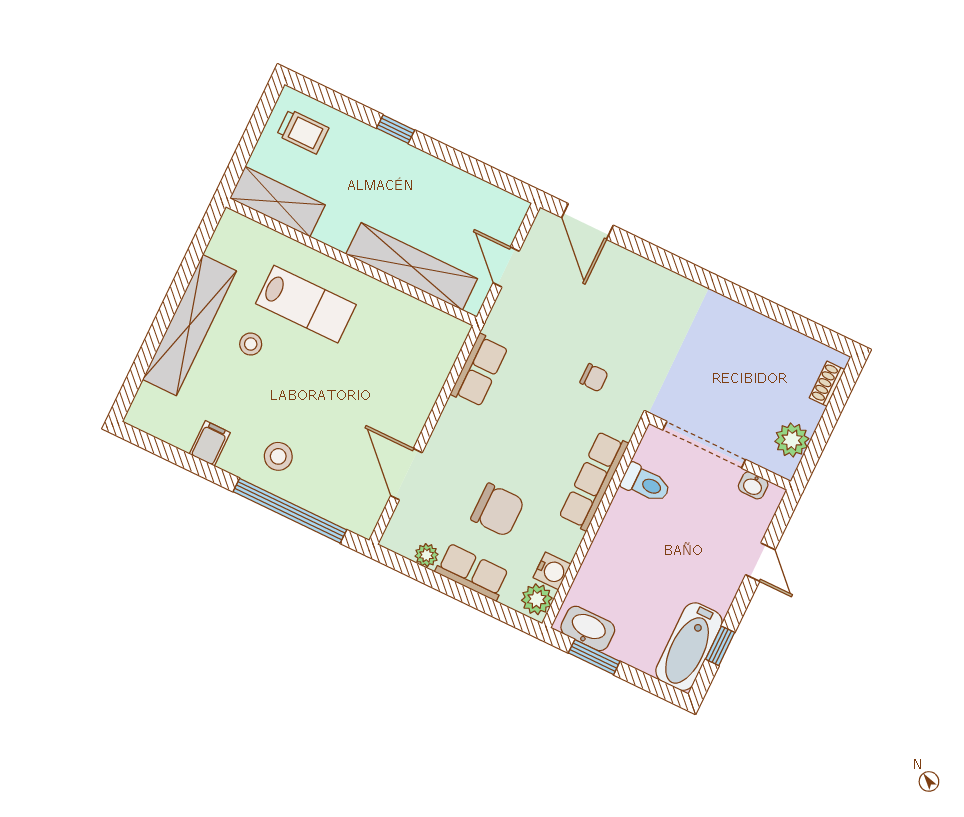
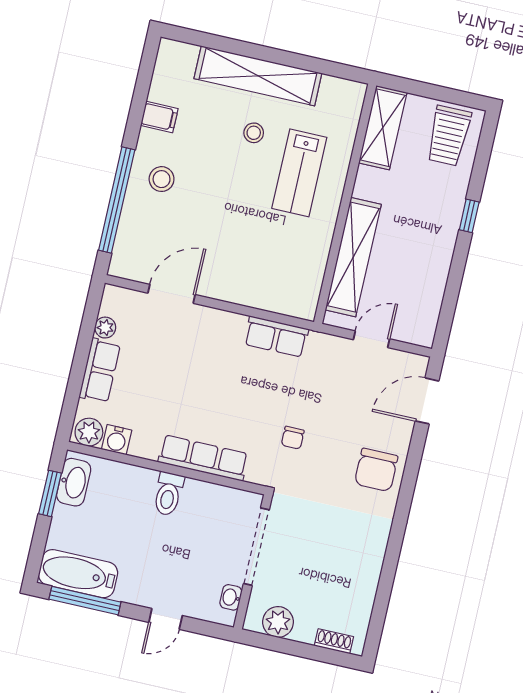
trolley: (303, 132) -> (449, 136), width x1.36, depth x1.39
toilet: (646, 483) -> (168, 494), moved
chair: (498, 510) -> (376, 470), moved
window: (720, 646) -> (85, 601), width x2.17

